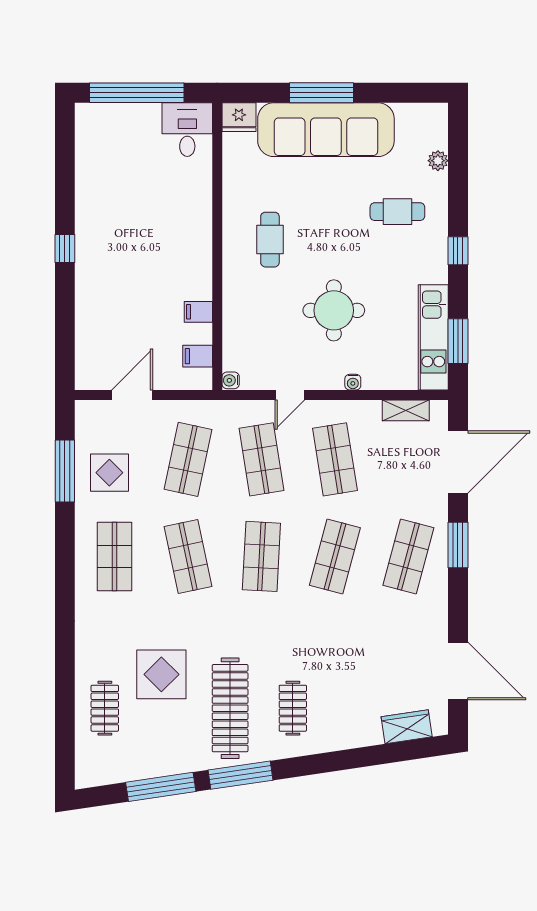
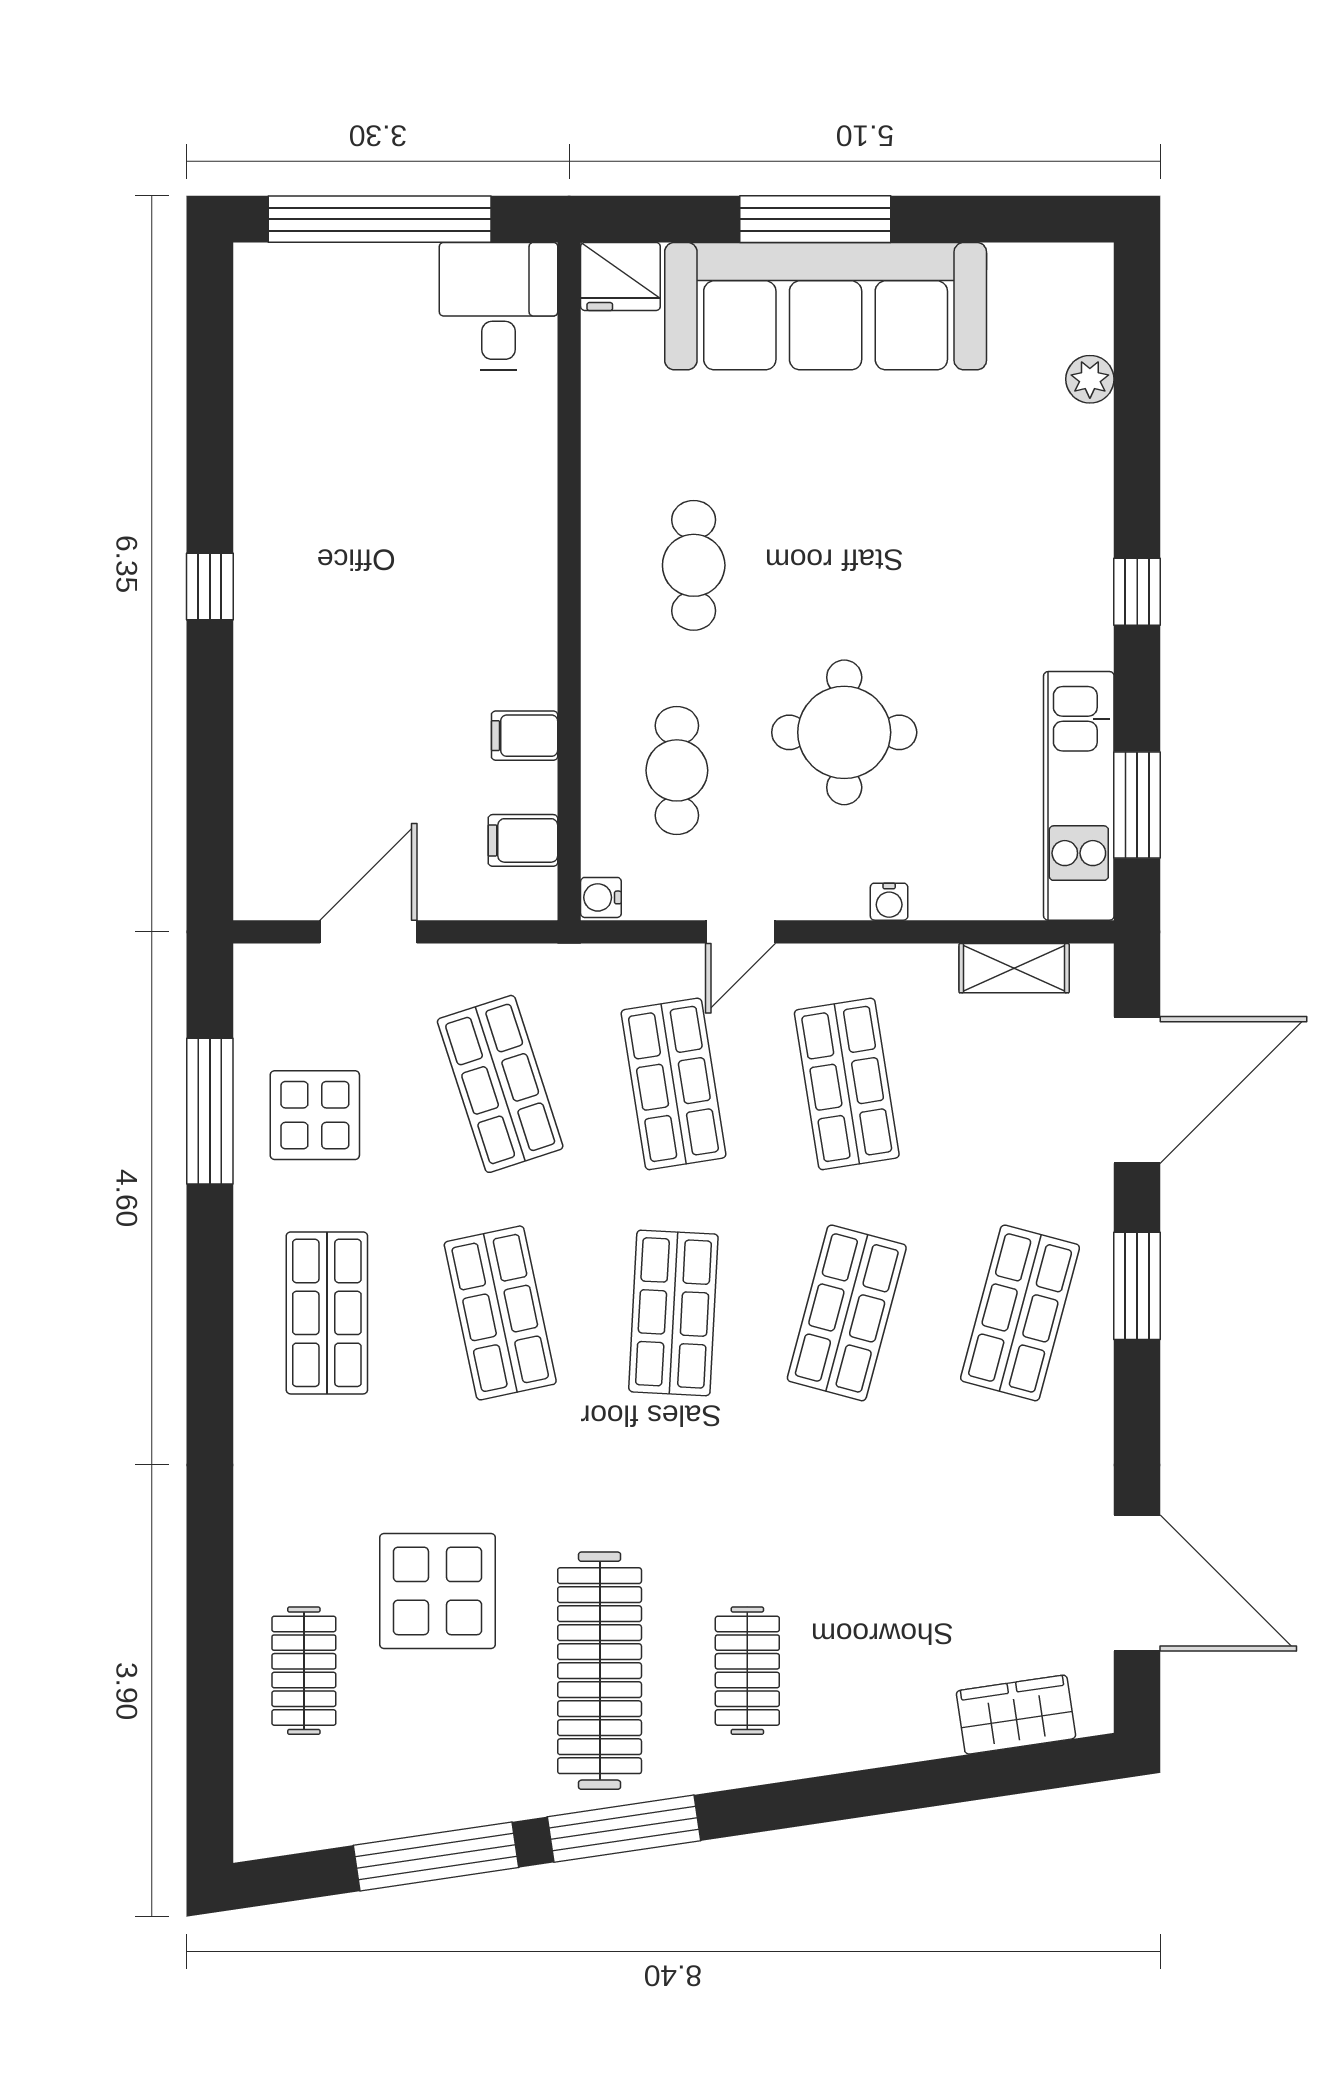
cafe table: (397, 212) -> (677, 770), moved, turned 90
shop shelf: (188, 459) -> (500, 1084), turned -30

